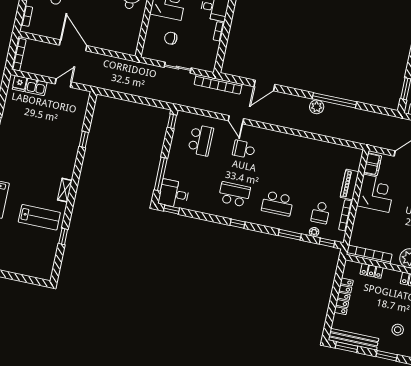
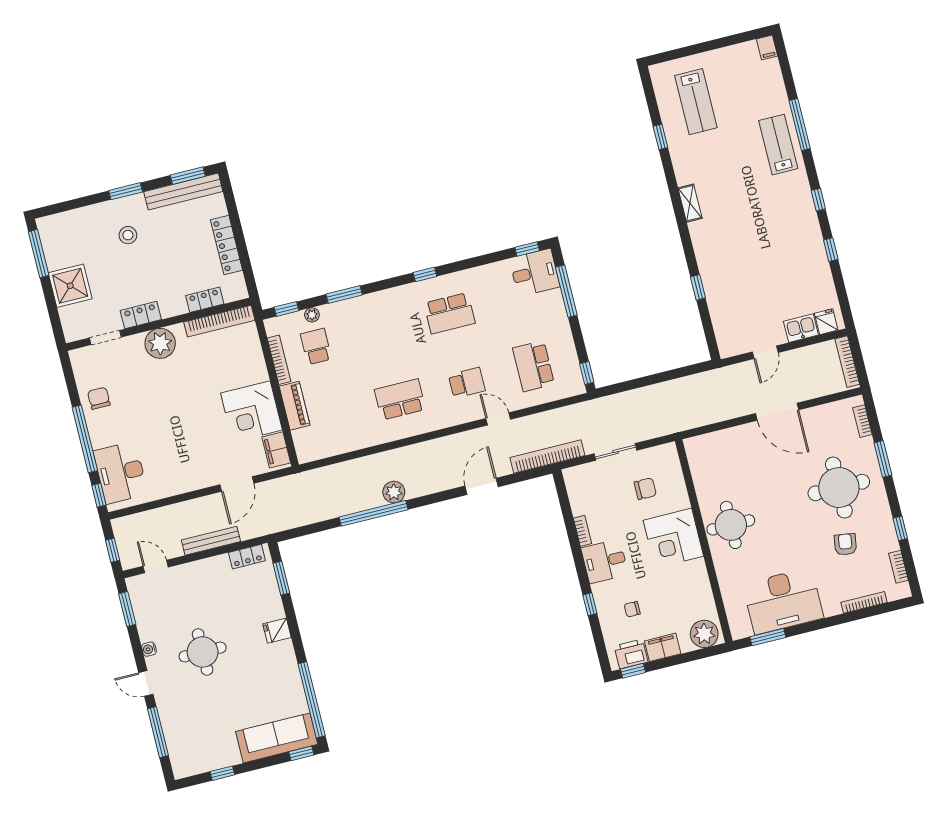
school desk: (277, 203) -> (400, 399), moved
lab bench: (39, 217) -> (696, 102), moved, turned -90

